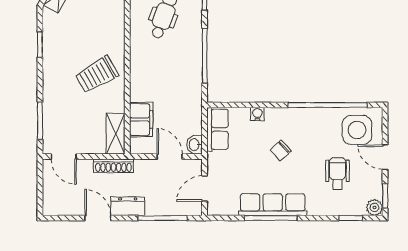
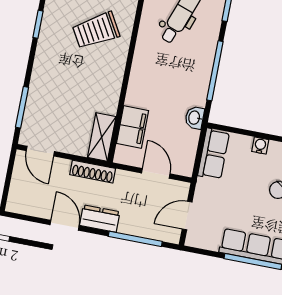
trolley: (97, 75) -> (96, 30), moved
washbasin: (195, 145) -> (195, 118), moved

